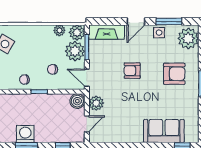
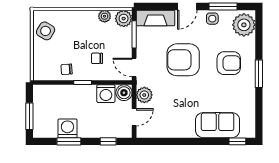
plant: (75, 51) -> (121, 39), removed
armchair: (132, 71) -> (183, 60), width x1.88, depth x1.88
washing machine: (61, 102) -> (106, 94), added

